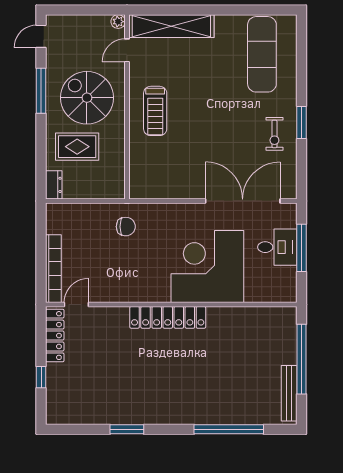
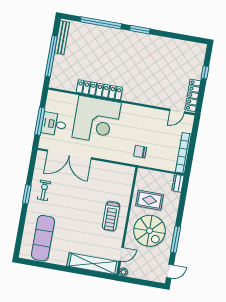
treadmill: (155, 111) -> (111, 216), turned 180
rug: (77, 147) -> (150, 200), moved
bookcase: (53, 269) -> (183, 153), moved
locker: (168, 317) -> (99, 90), moved
window: (127, 429) -> (140, 30), moved

